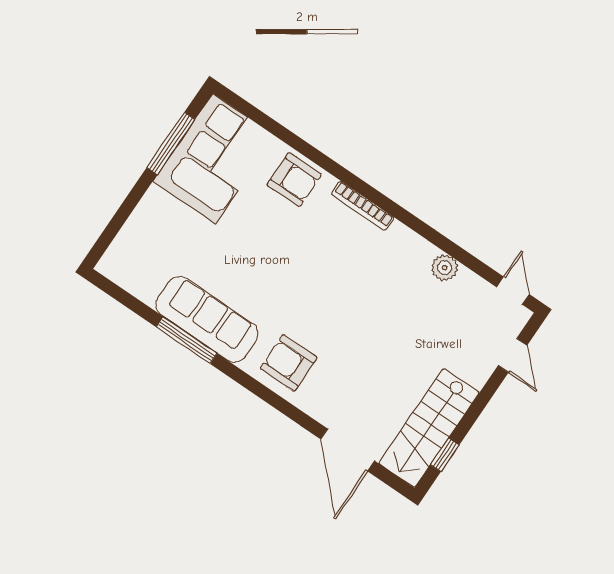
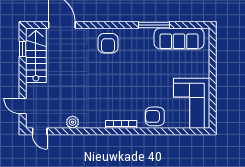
window: (171, 143) -> (213, 98), removed
sofa: (207, 319) -> (179, 39), moved
armchair: (289, 363) -> (108, 43), turned 90

